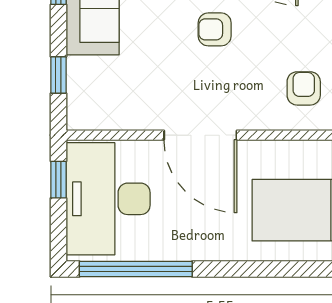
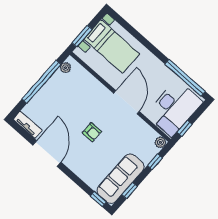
armchair: (304, 88) -> (80, 88), removed
plant: (79, 118) -> (160, 142), added

